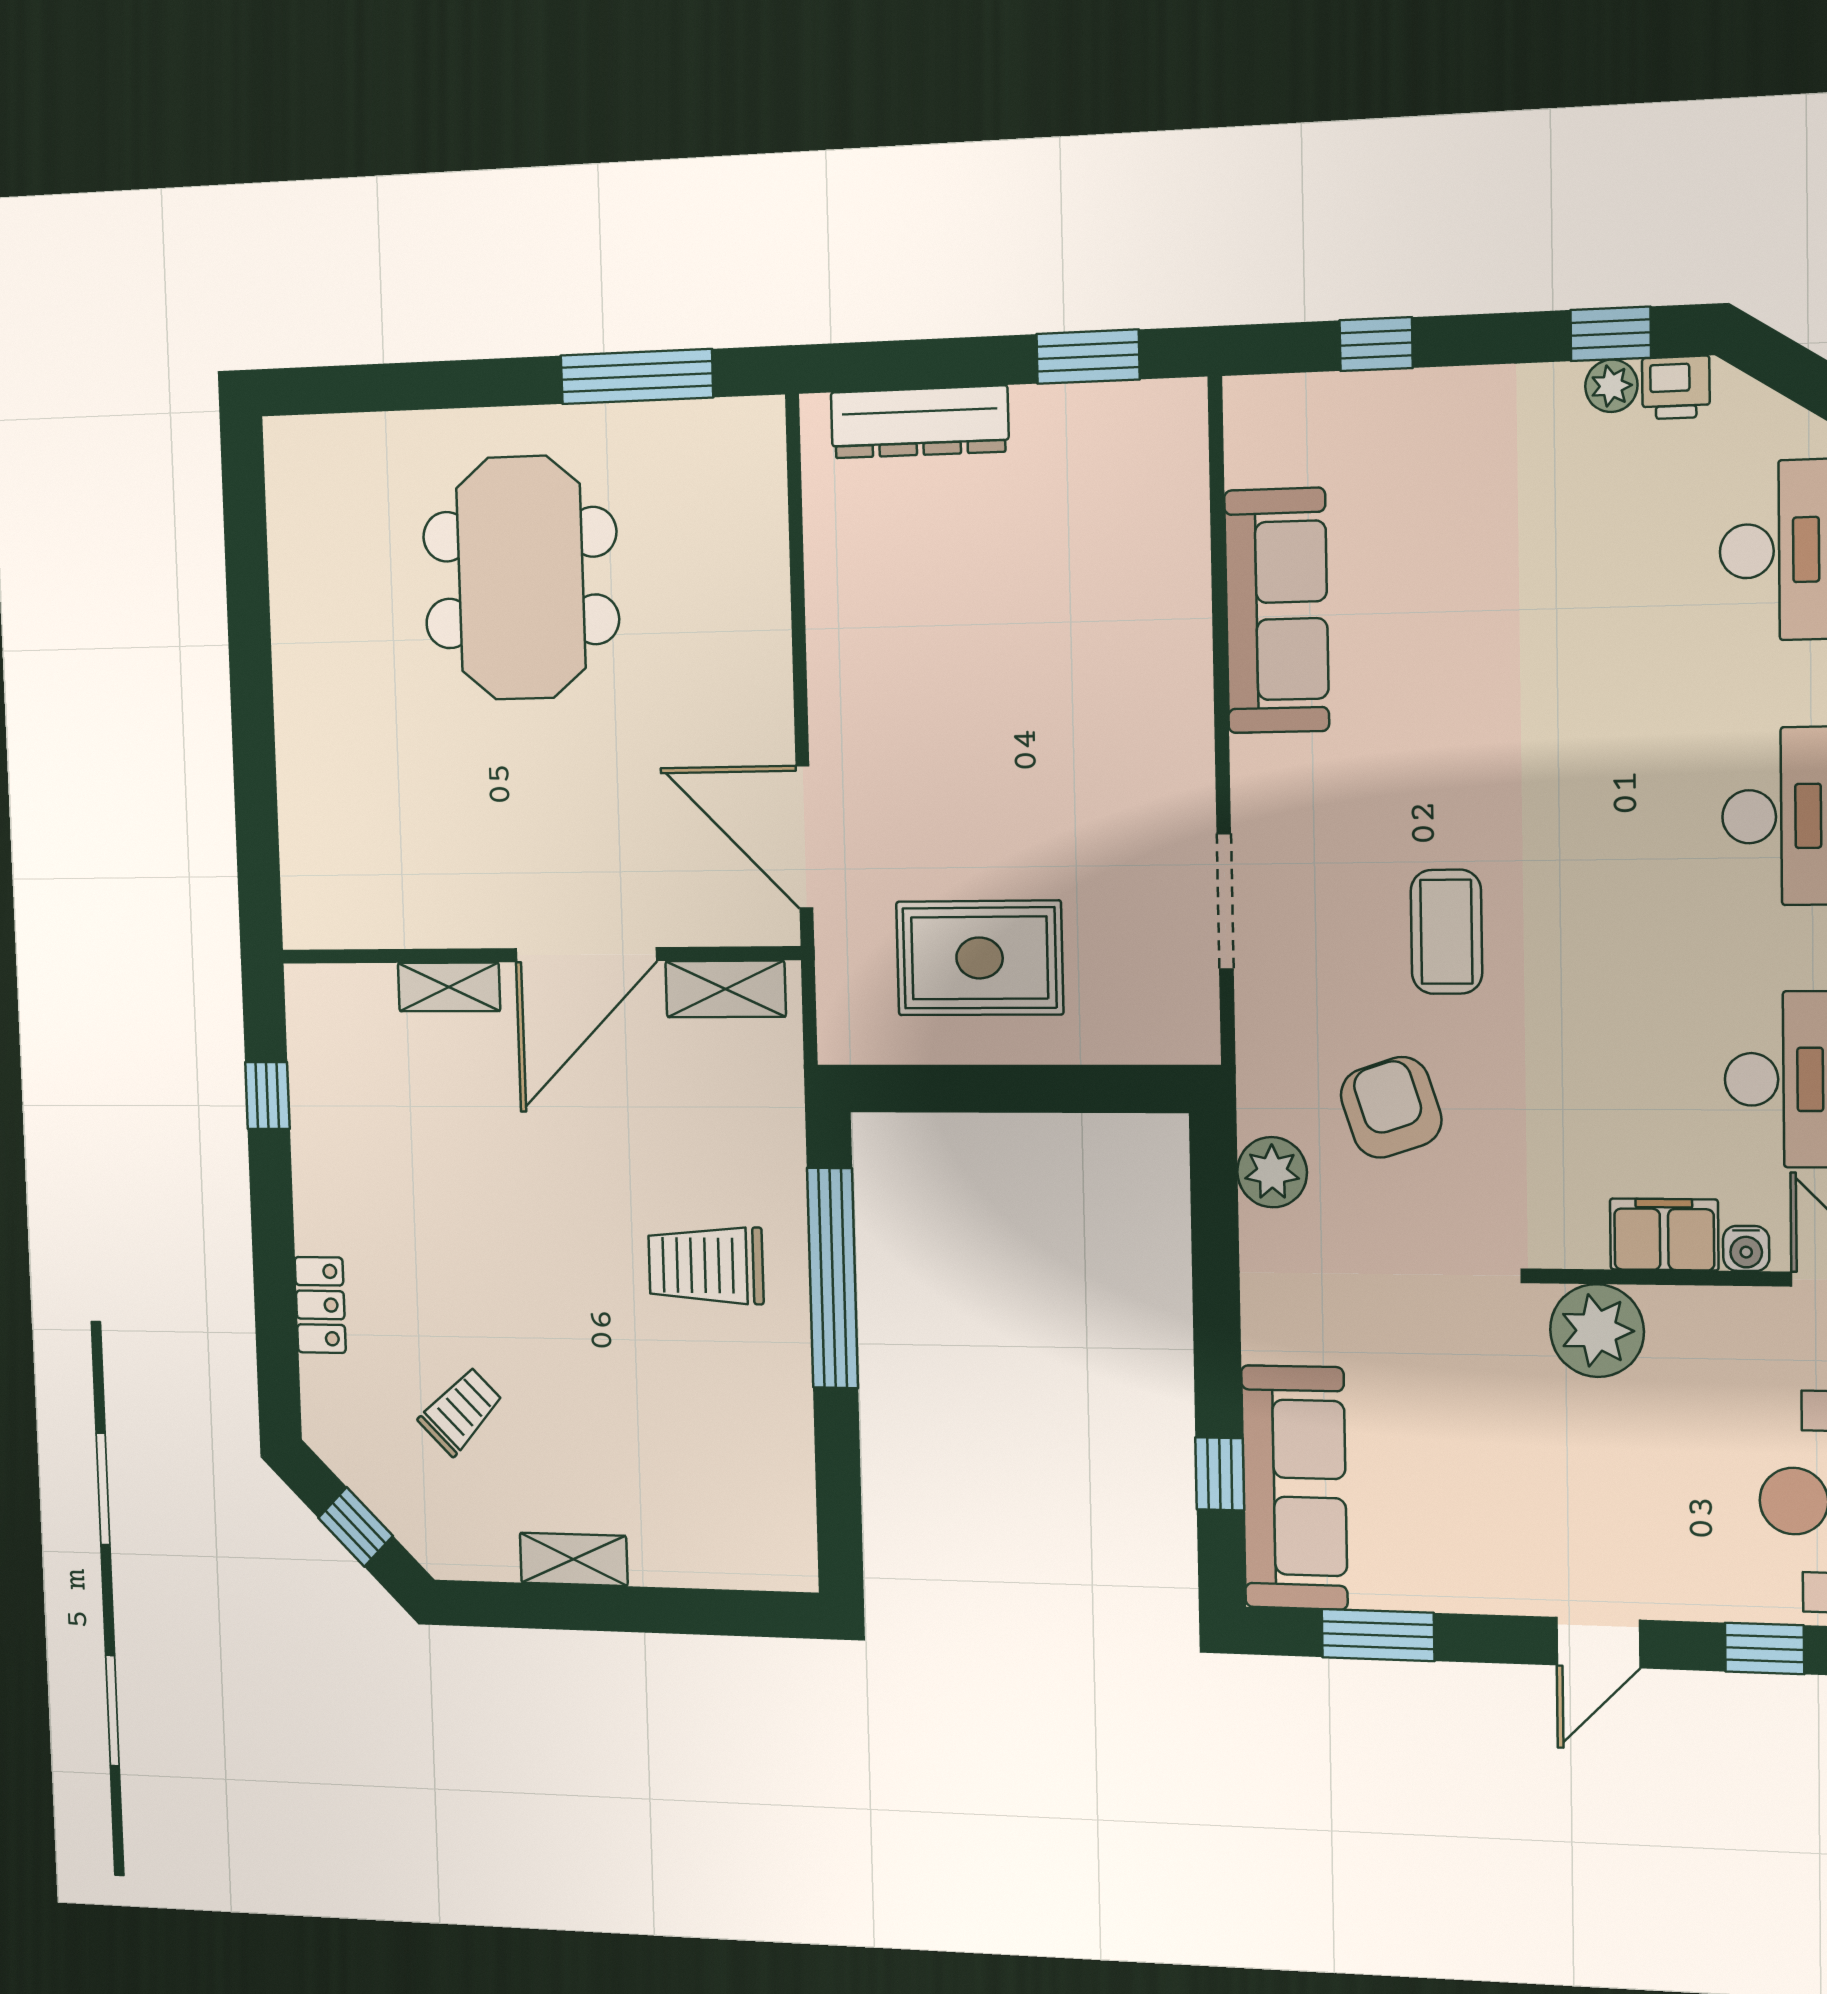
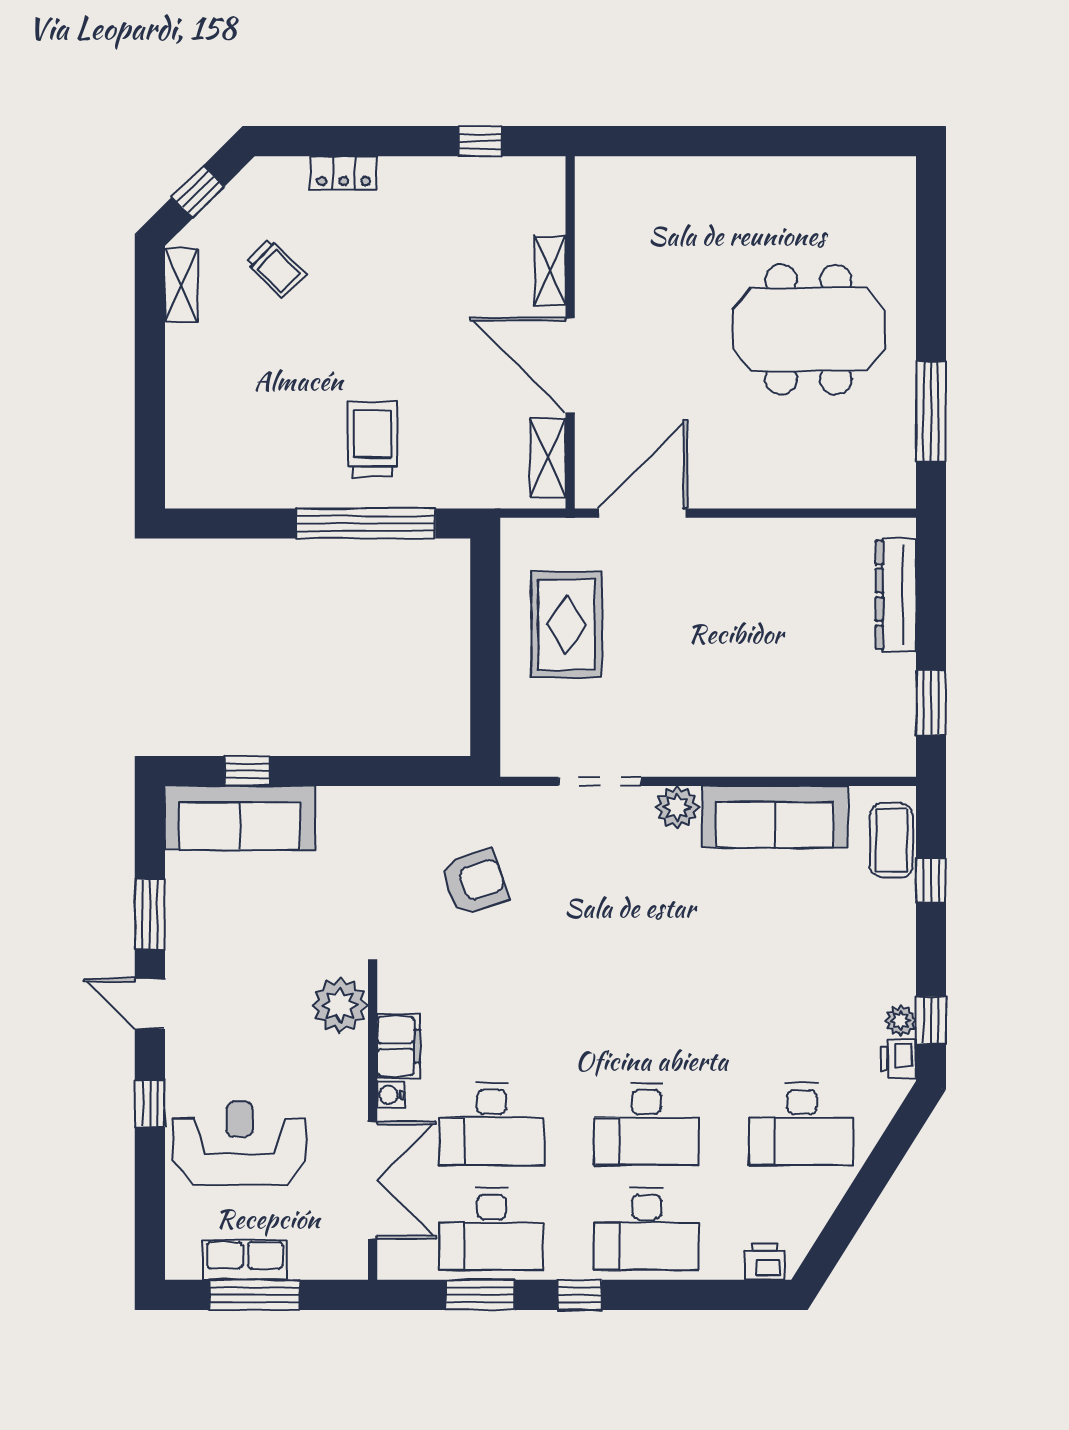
coffee table: (1446, 932) -> (891, 840), moved, turned 90
plant: (1272, 1172) -> (677, 807), moved
shelving: (574, 1559) -> (181, 285), moved
window: (1378, 1635) -> (150, 914), moved

